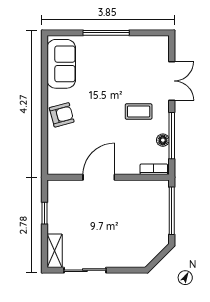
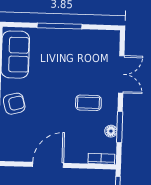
window: (172, 136) -> (120, 127), width x0.69

